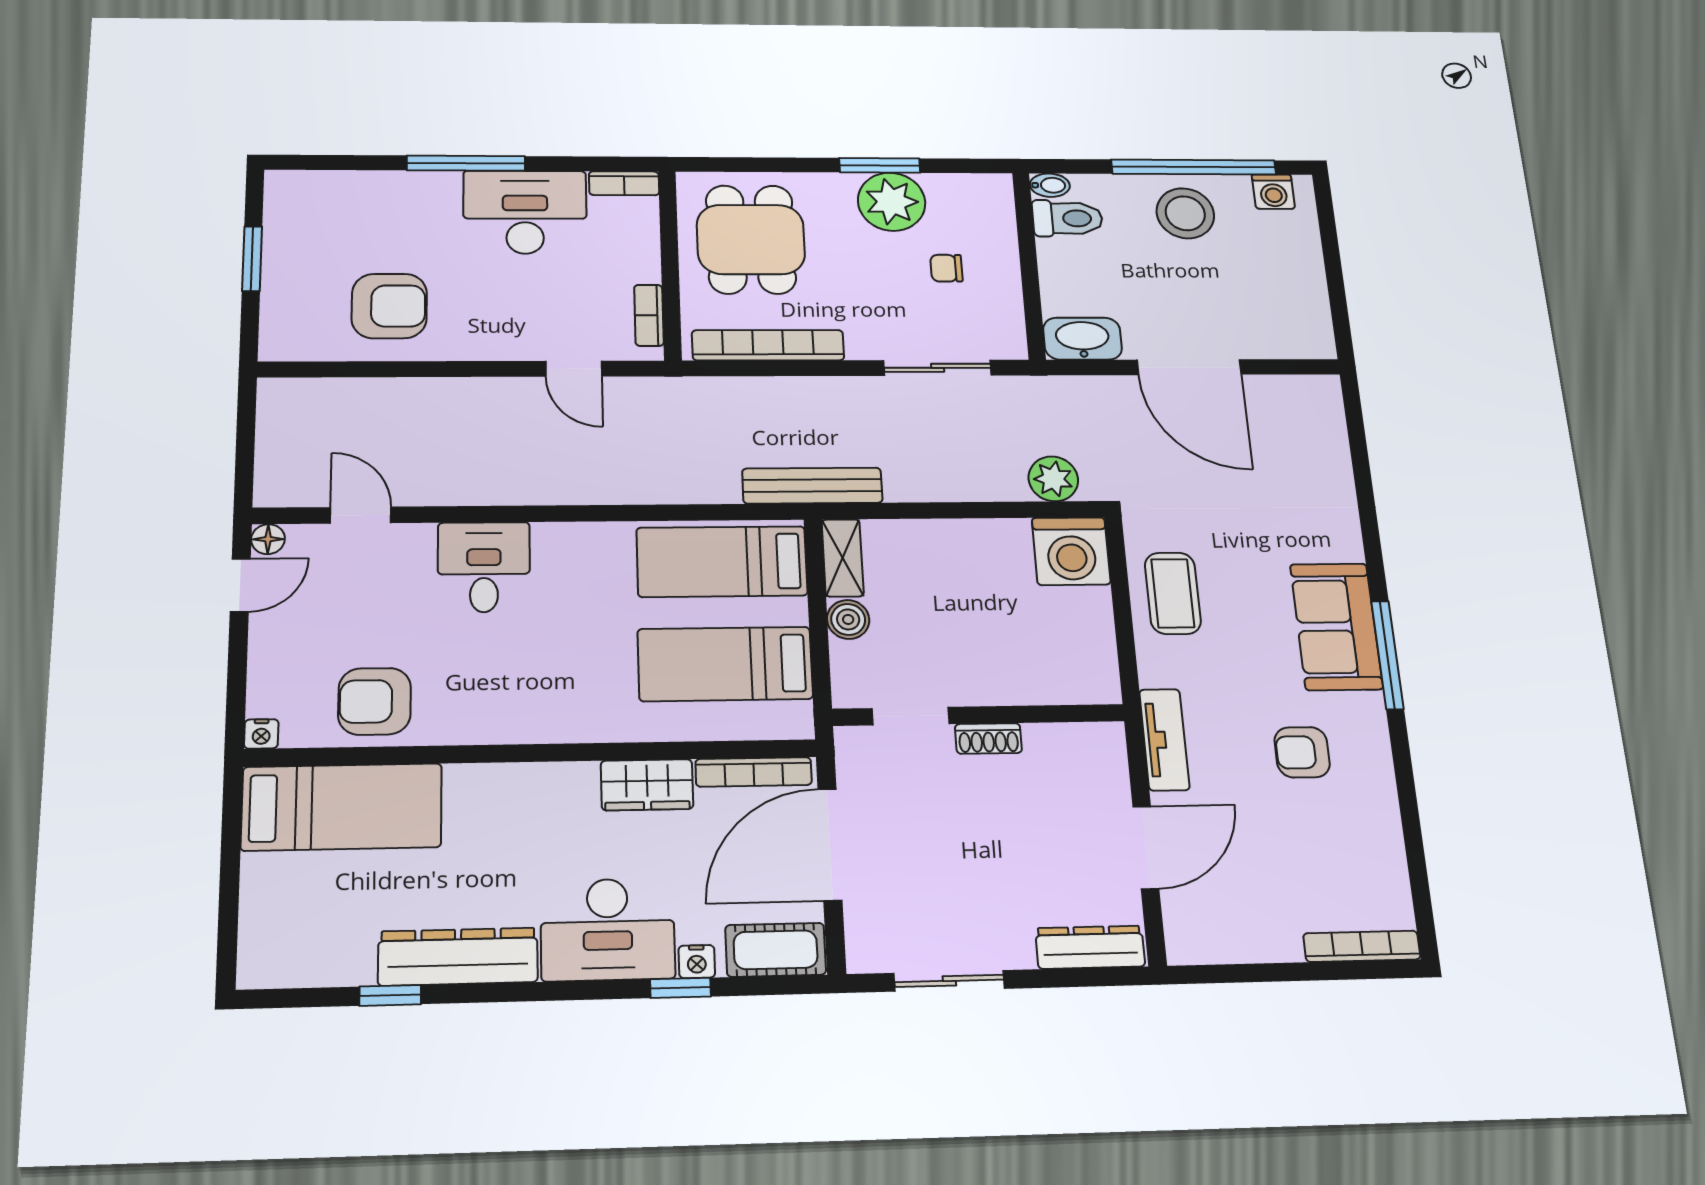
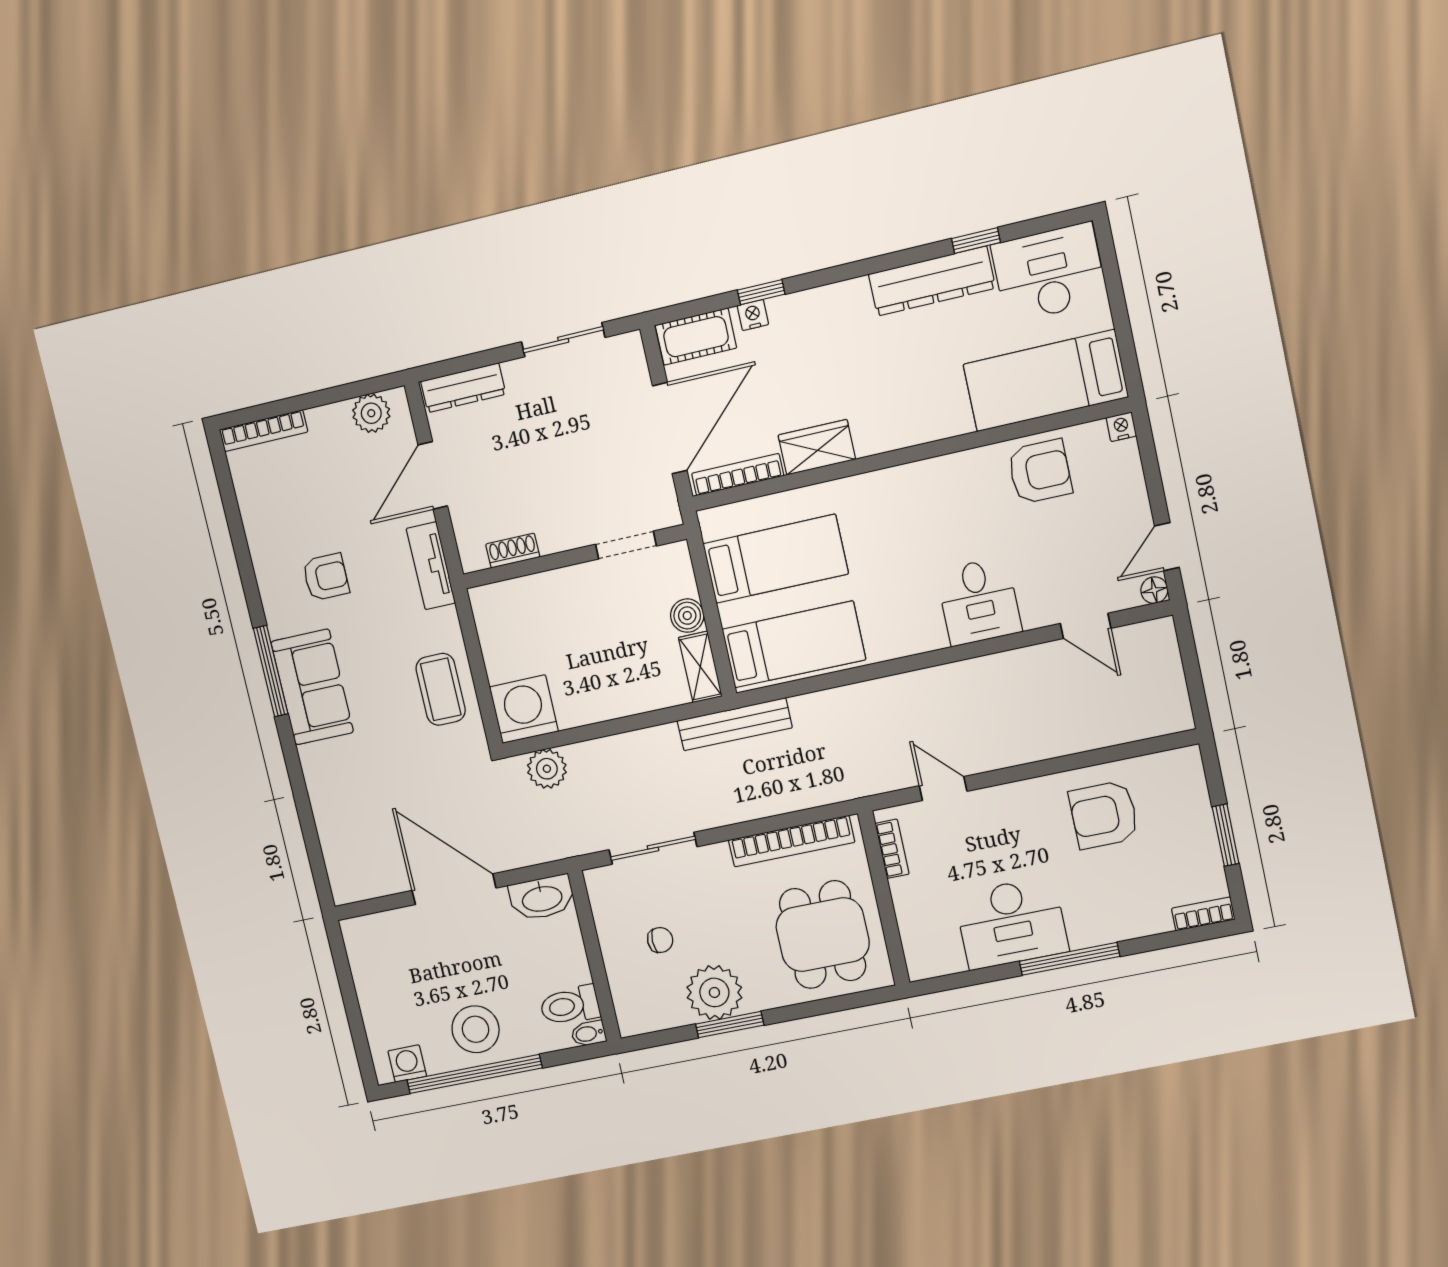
bookcase: (624, 183) -> (1203, 914), moved
shoe rack: (988, 738) -> (513, 551), moved
desk: (608, 929) -> (1049, 273), moved
plant: (1216, 940) -> (371, 413), added

